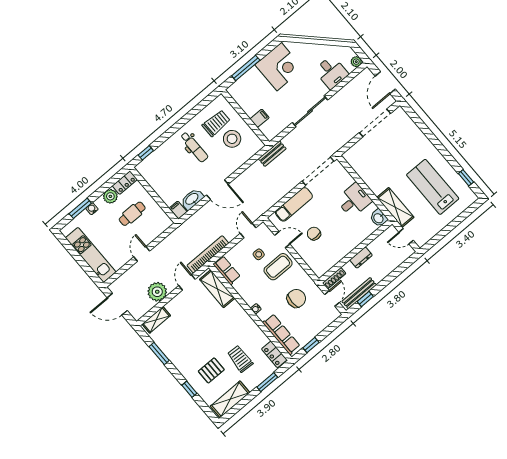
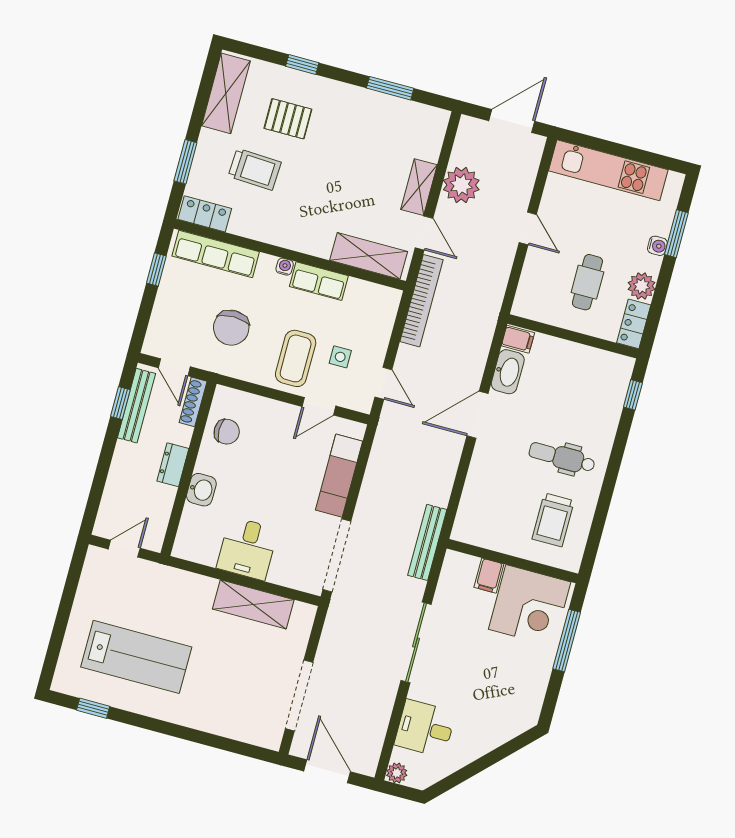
corner desk: (279, 67) -> (530, 606), moved, turned -90
stool: (232, 139) -> (510, 512), removed
bench: (272, 154) -> (427, 542), width x1.36
shelving: (395, 207) -> (253, 604), moved
washbasin: (379, 218) -> (201, 490), moved, turned 90
chair: (314, 234) -> (227, 432), moved
row of seats: (227, 270) -> (319, 281), moved
shelving: (156, 320) -> (419, 187), moved
pallet: (211, 370) -> (288, 119), turned 90

